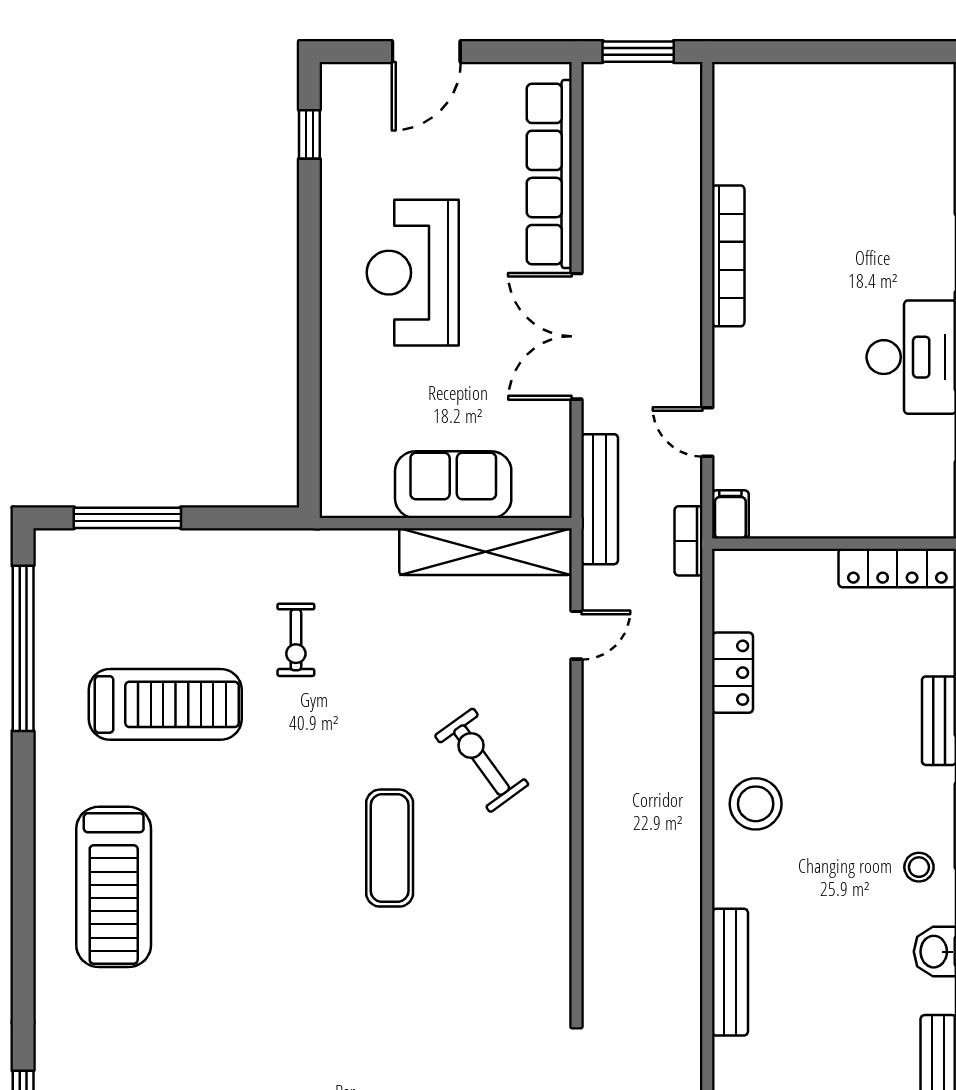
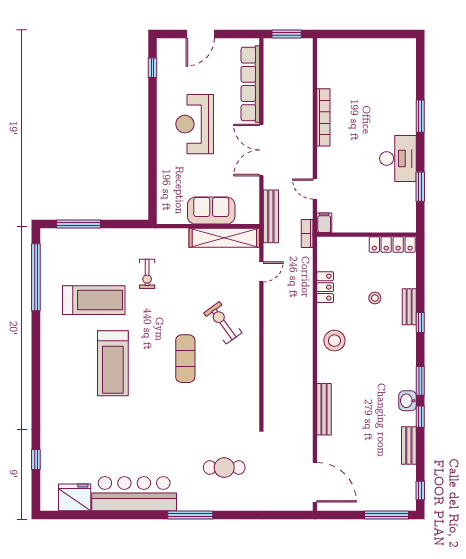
stool: (919, 867) -> (375, 298), moved
treadmill: (114, 887) -> (113, 363), moved

